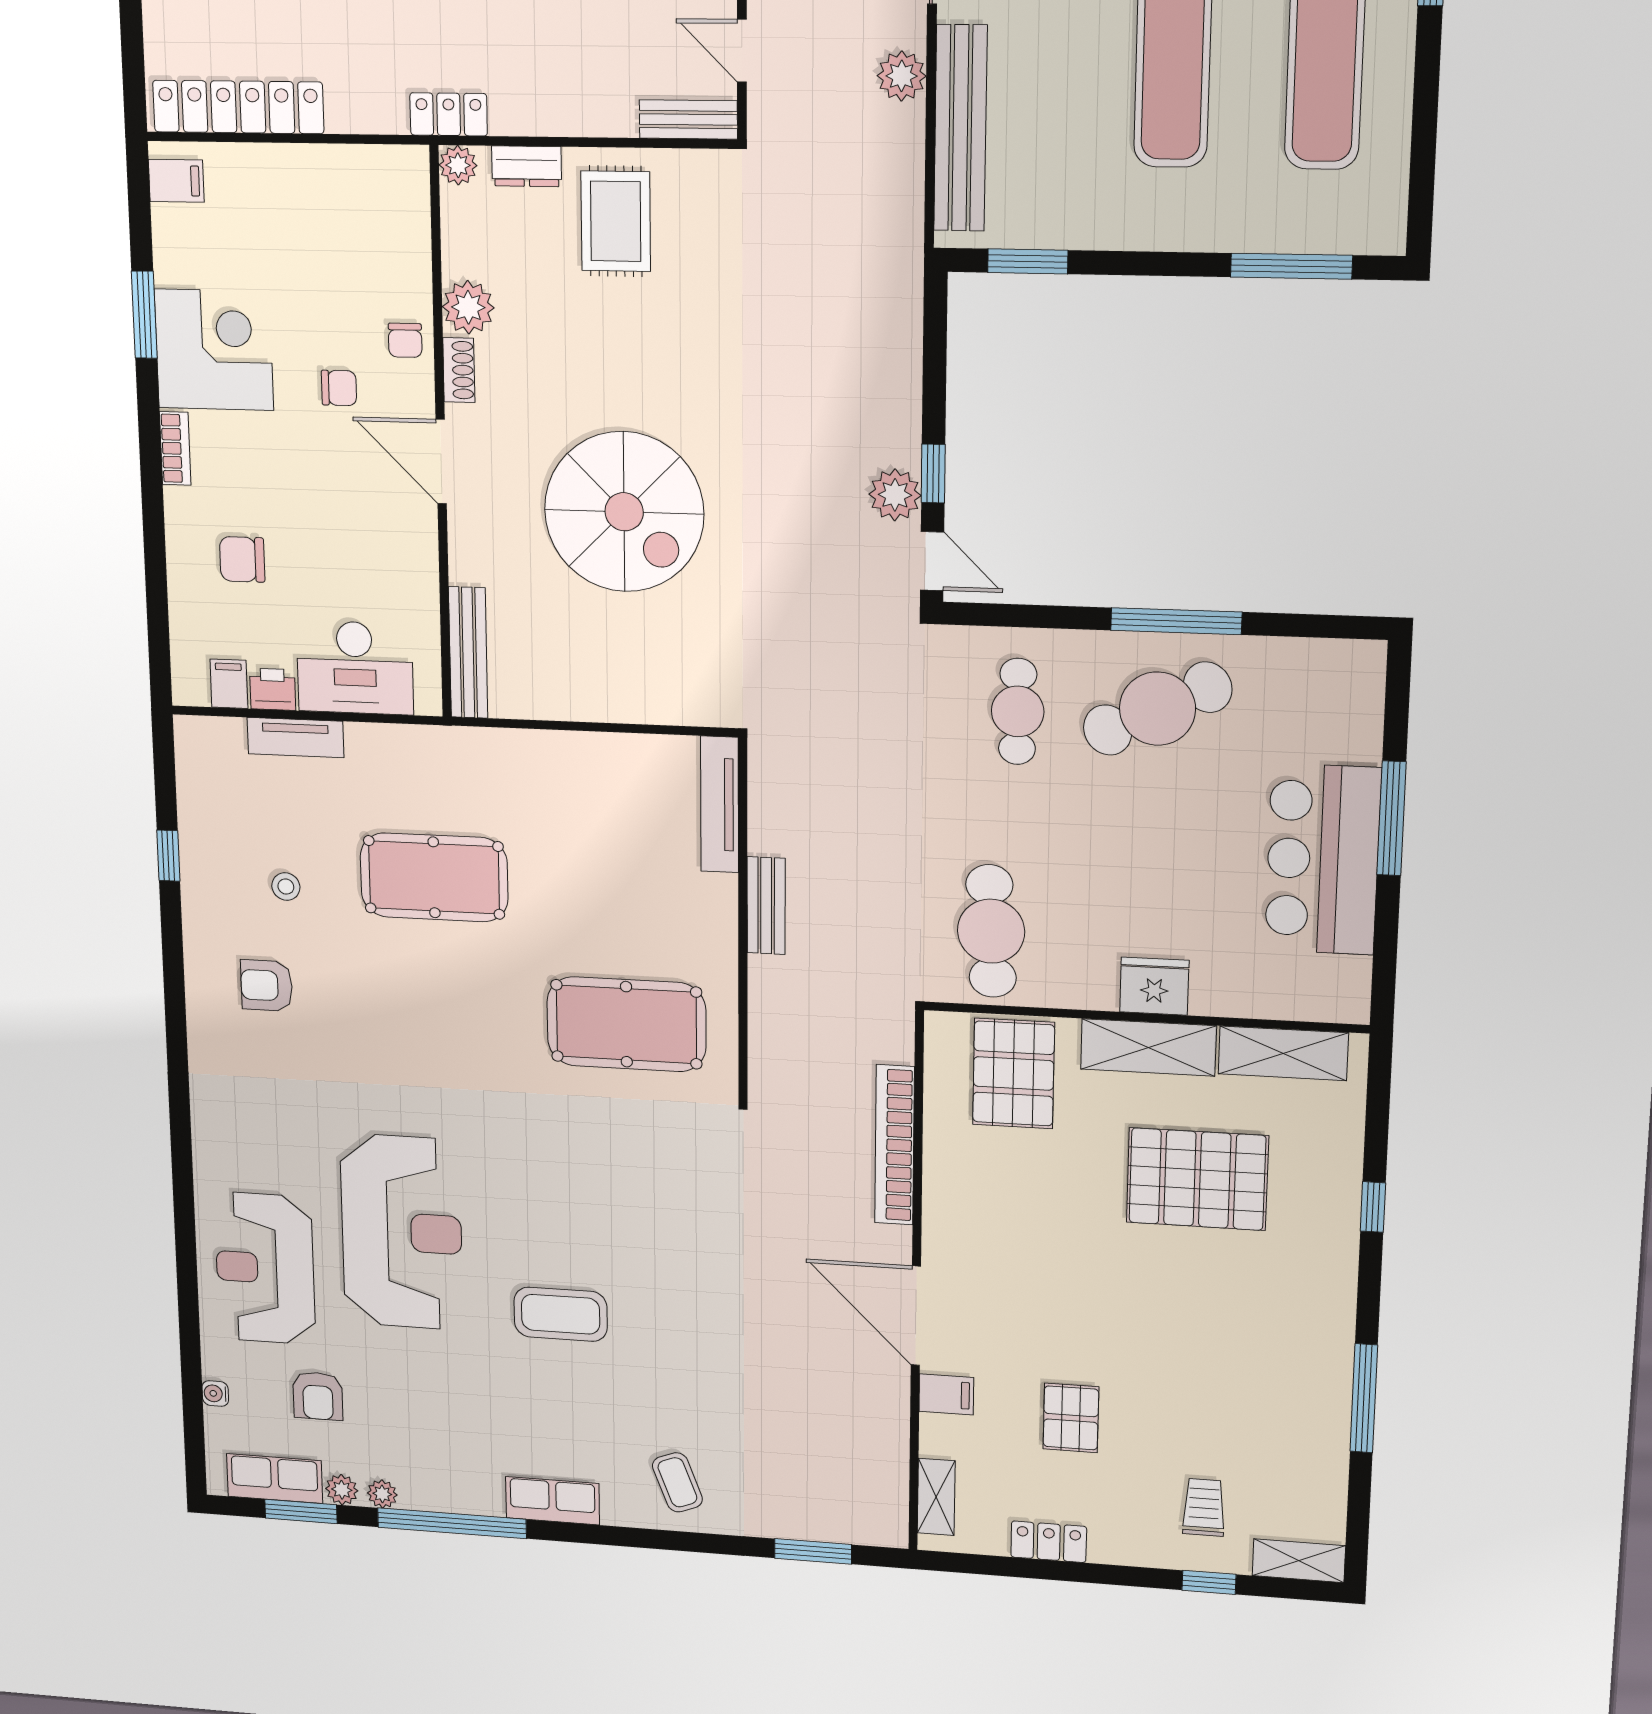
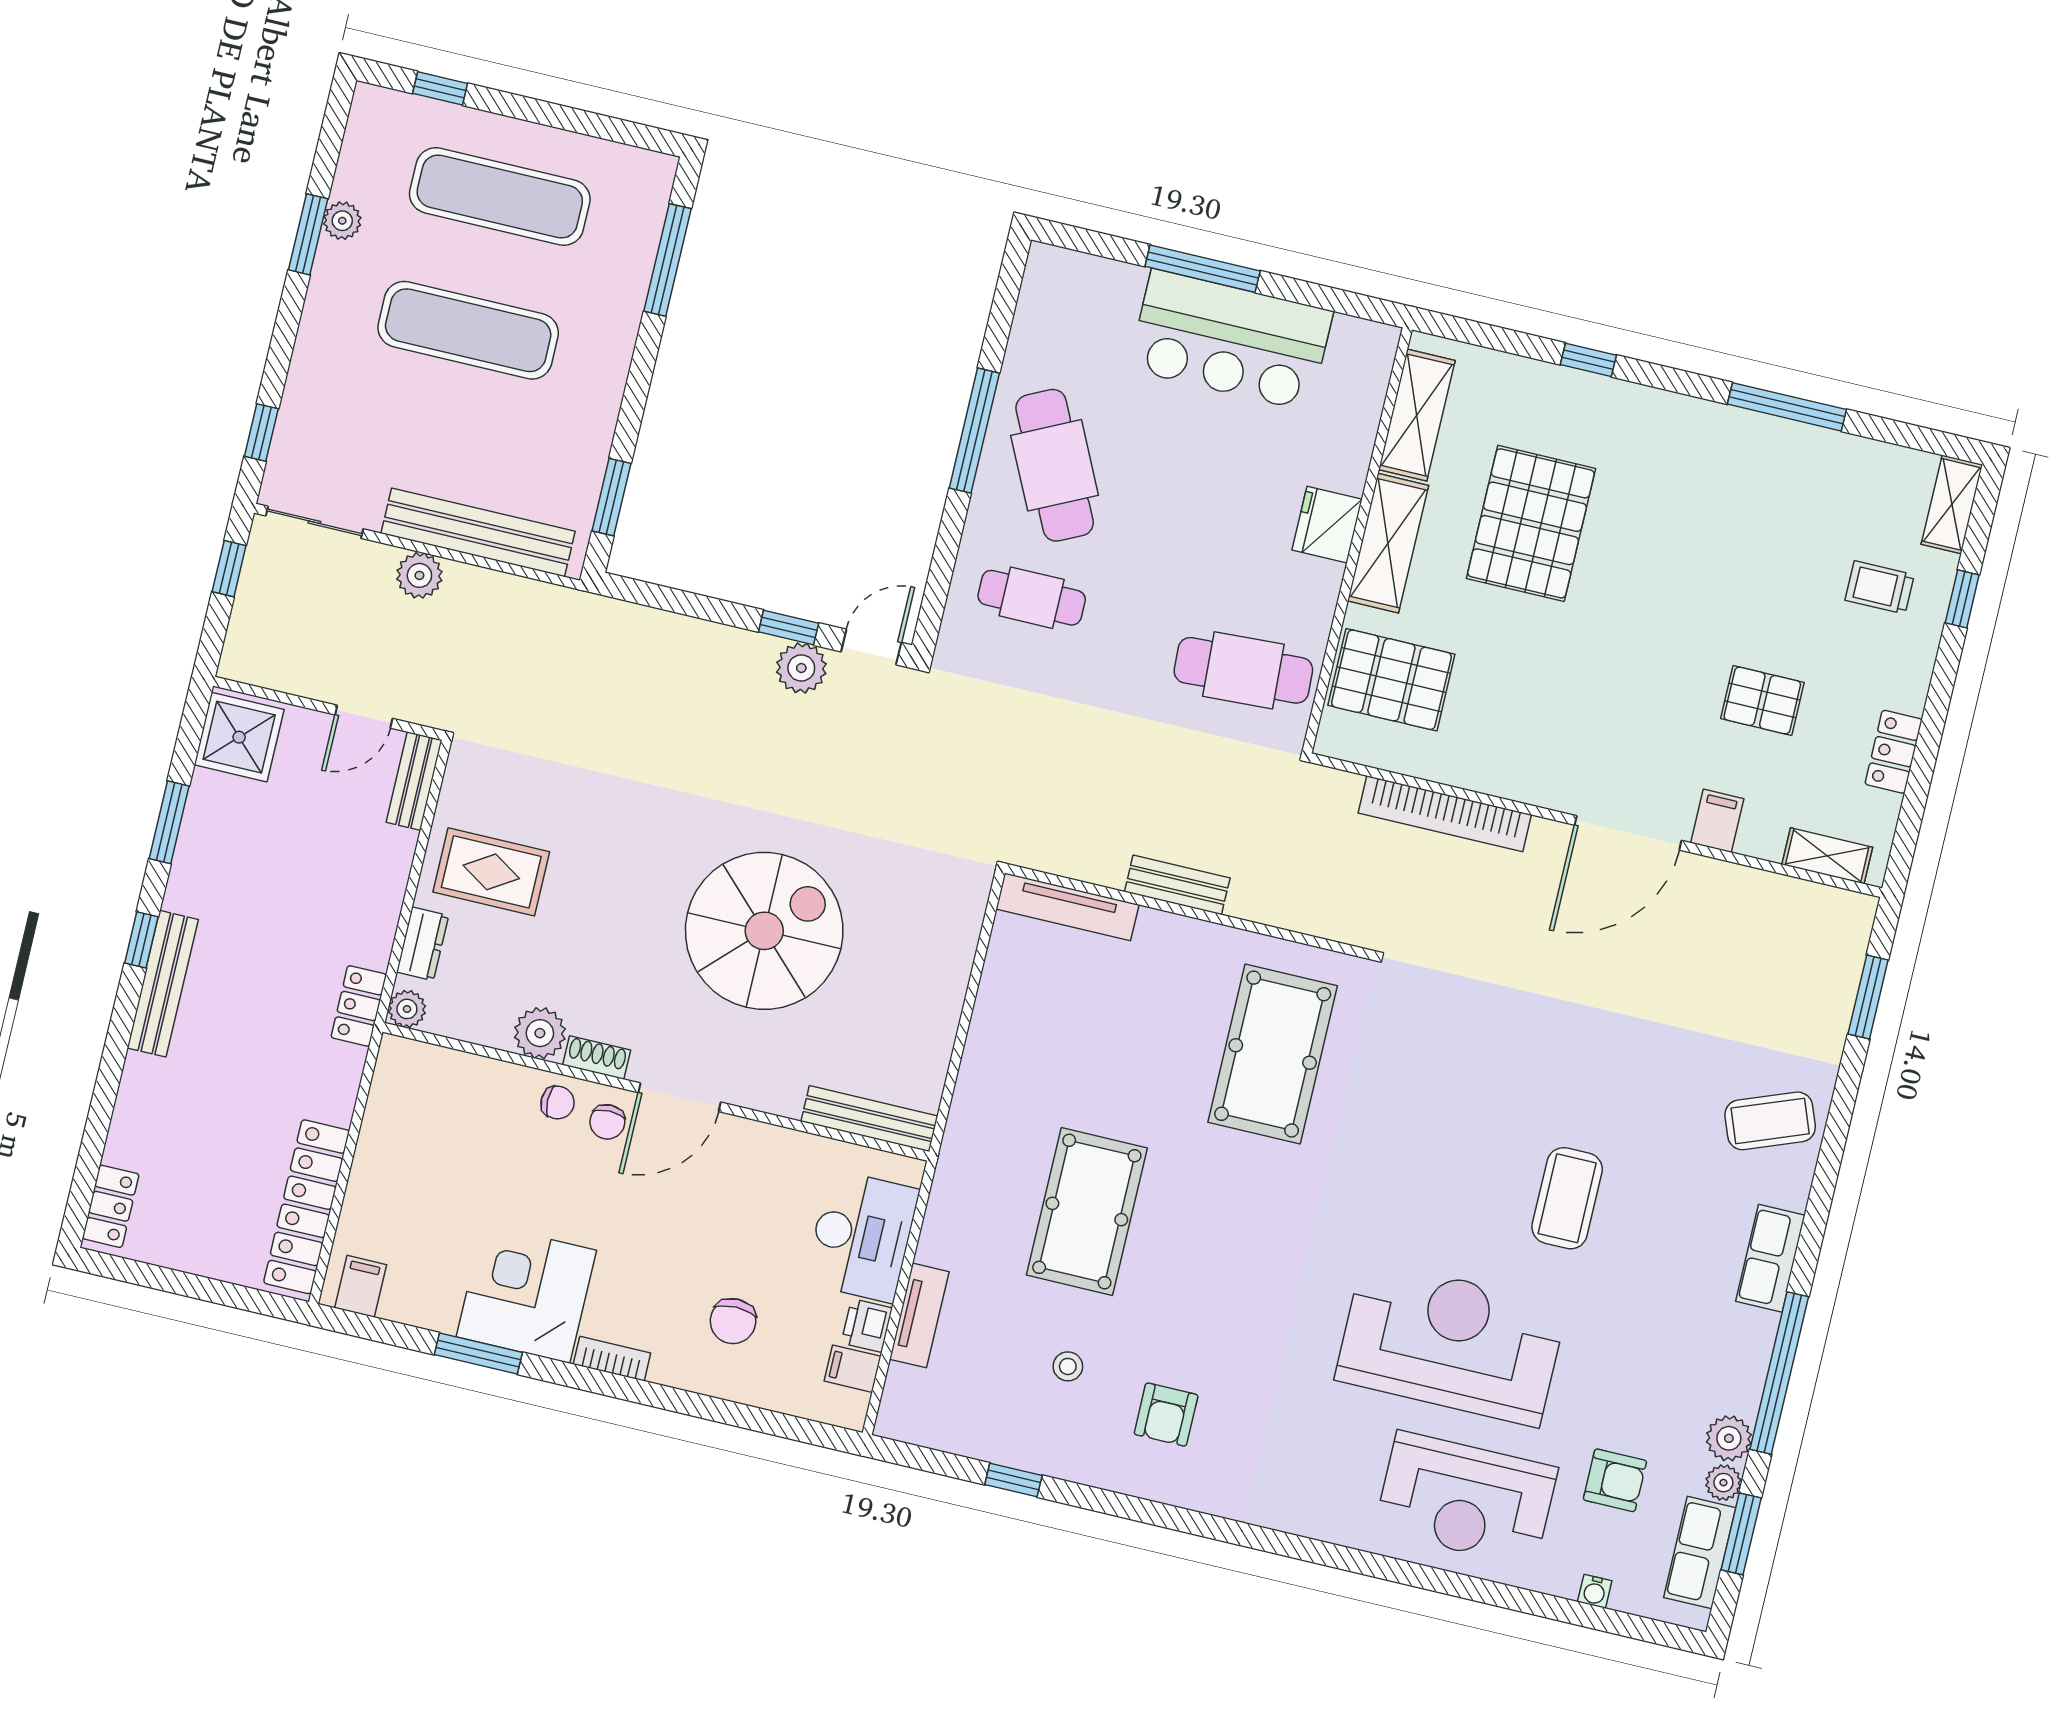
chair: (339, 388) -> (607, 1122), moved, turned 180
coffee table: (677, 1482) -> (1770, 1121), width x1.36, depth x1.30
plant: (382, 1494) -> (1729, 1438), width x1.38, depth x1.38

